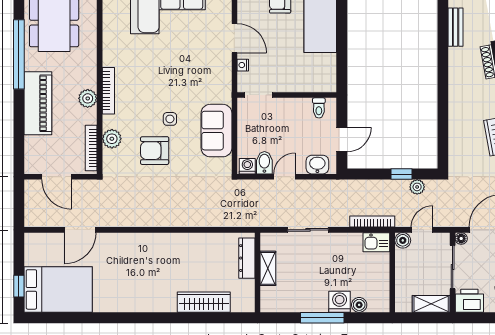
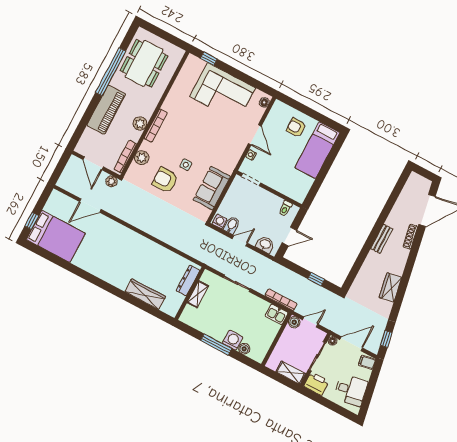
bench: (456, 27) -> (382, 239), moved
plant: (417, 187) -> (112, 181), moved

